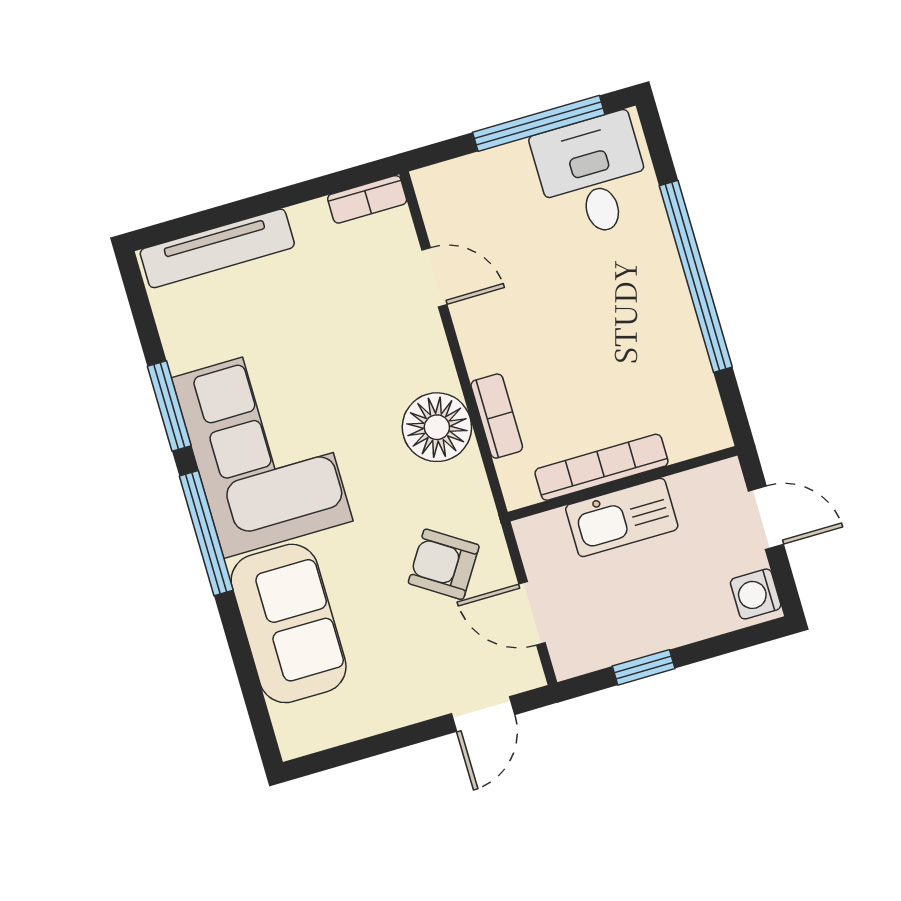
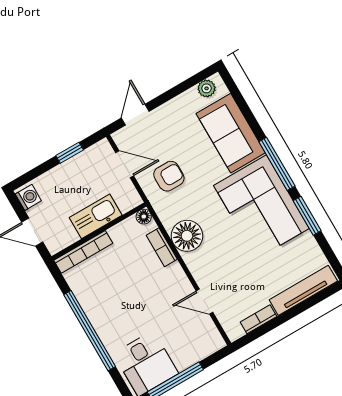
bookcase: (367, 199) -> (258, 319), moved
bookcase: (602, 467) -> (83, 252), moved
floor lamp: (519, 491) -> (144, 217), added
armchair: (444, 564) -> (169, 176), turned -33
plant: (316, 732) -> (207, 88), added

